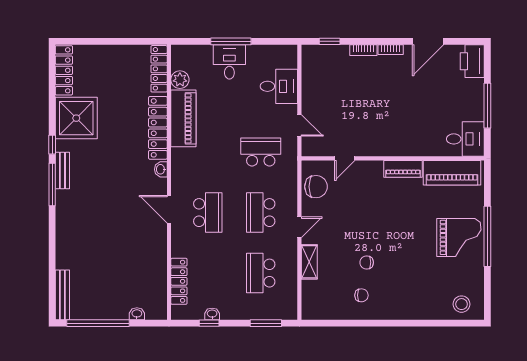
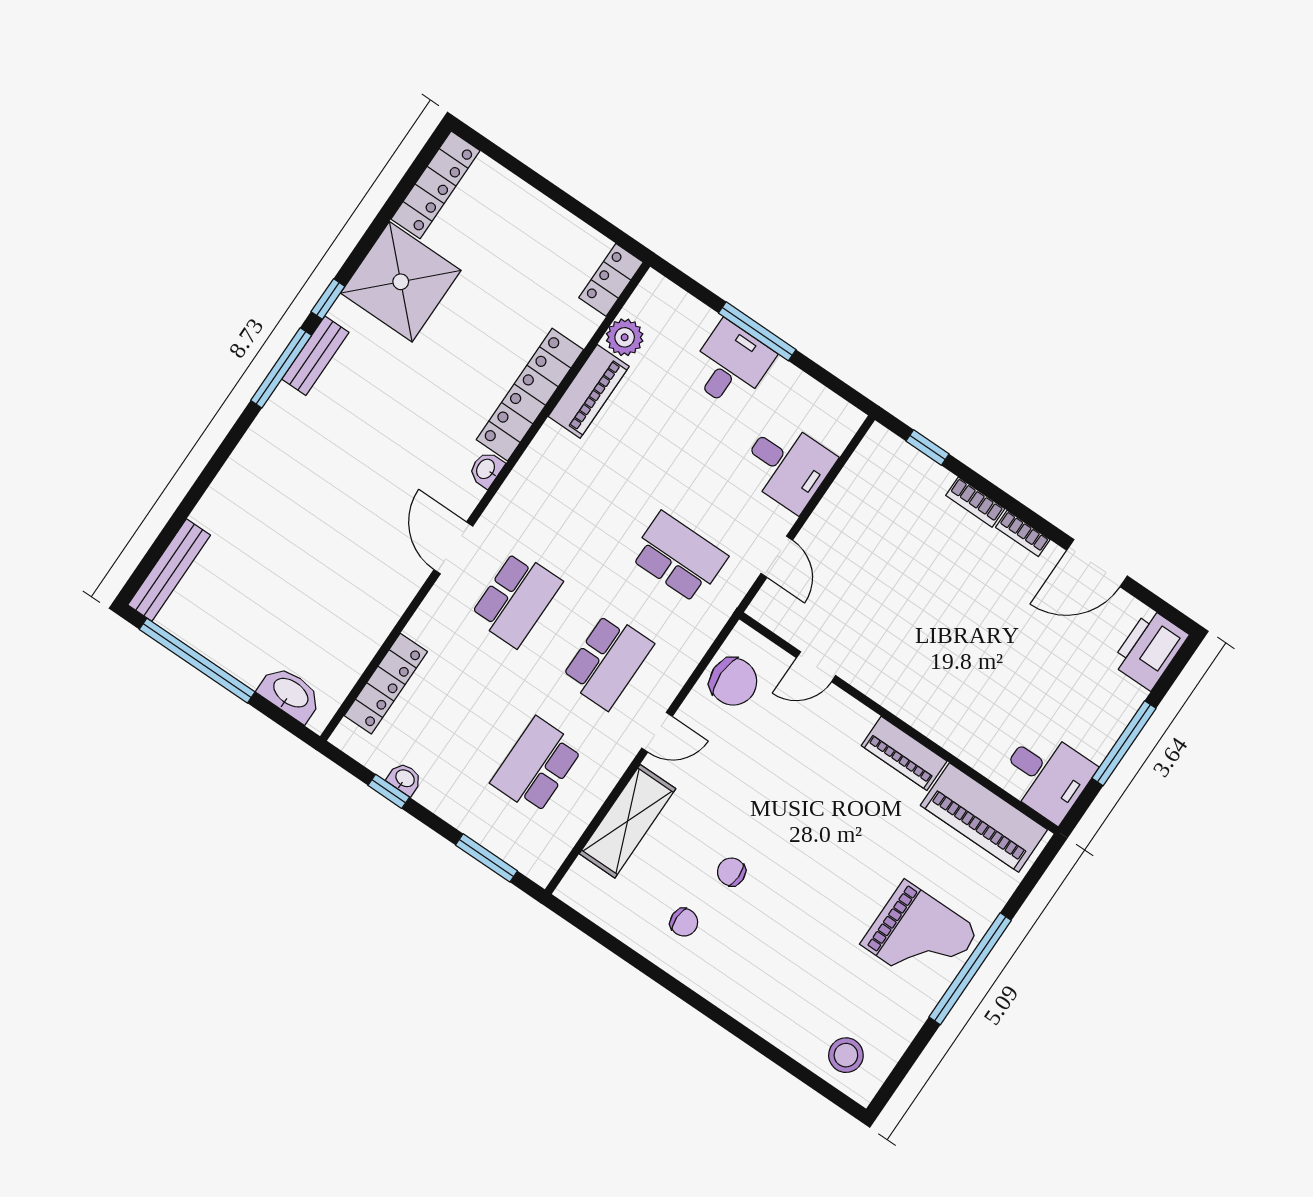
locker: (159, 69) -> (611, 280), width x0.66
piano: (183, 118) -> (589, 391), width x0.73, depth x0.75
school desk: (261, 213) -> (608, 661), turned 180
shelving: (309, 262) -> (628, 821), width x1.50, depth x1.33
washbasin: (137, 314) -> (290, 694), width x1.91, depth x1.45

